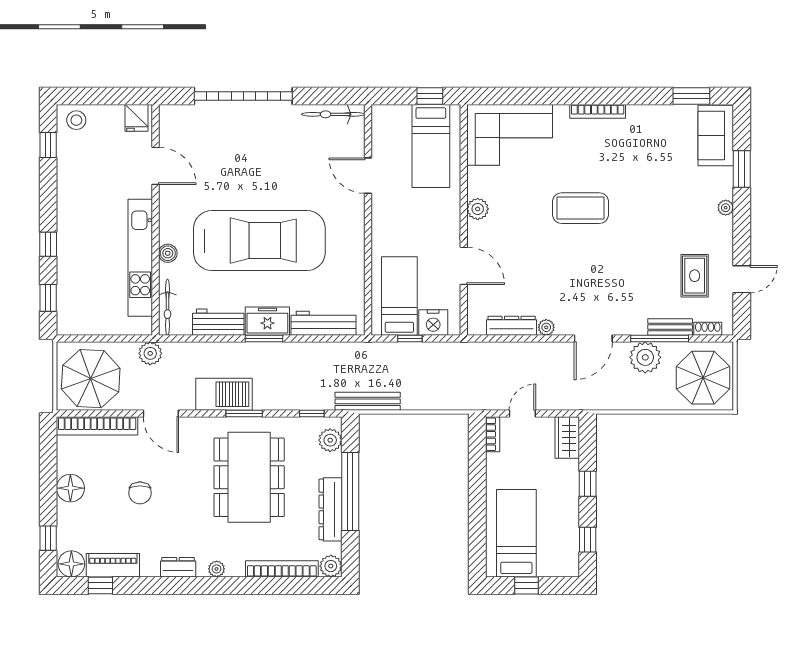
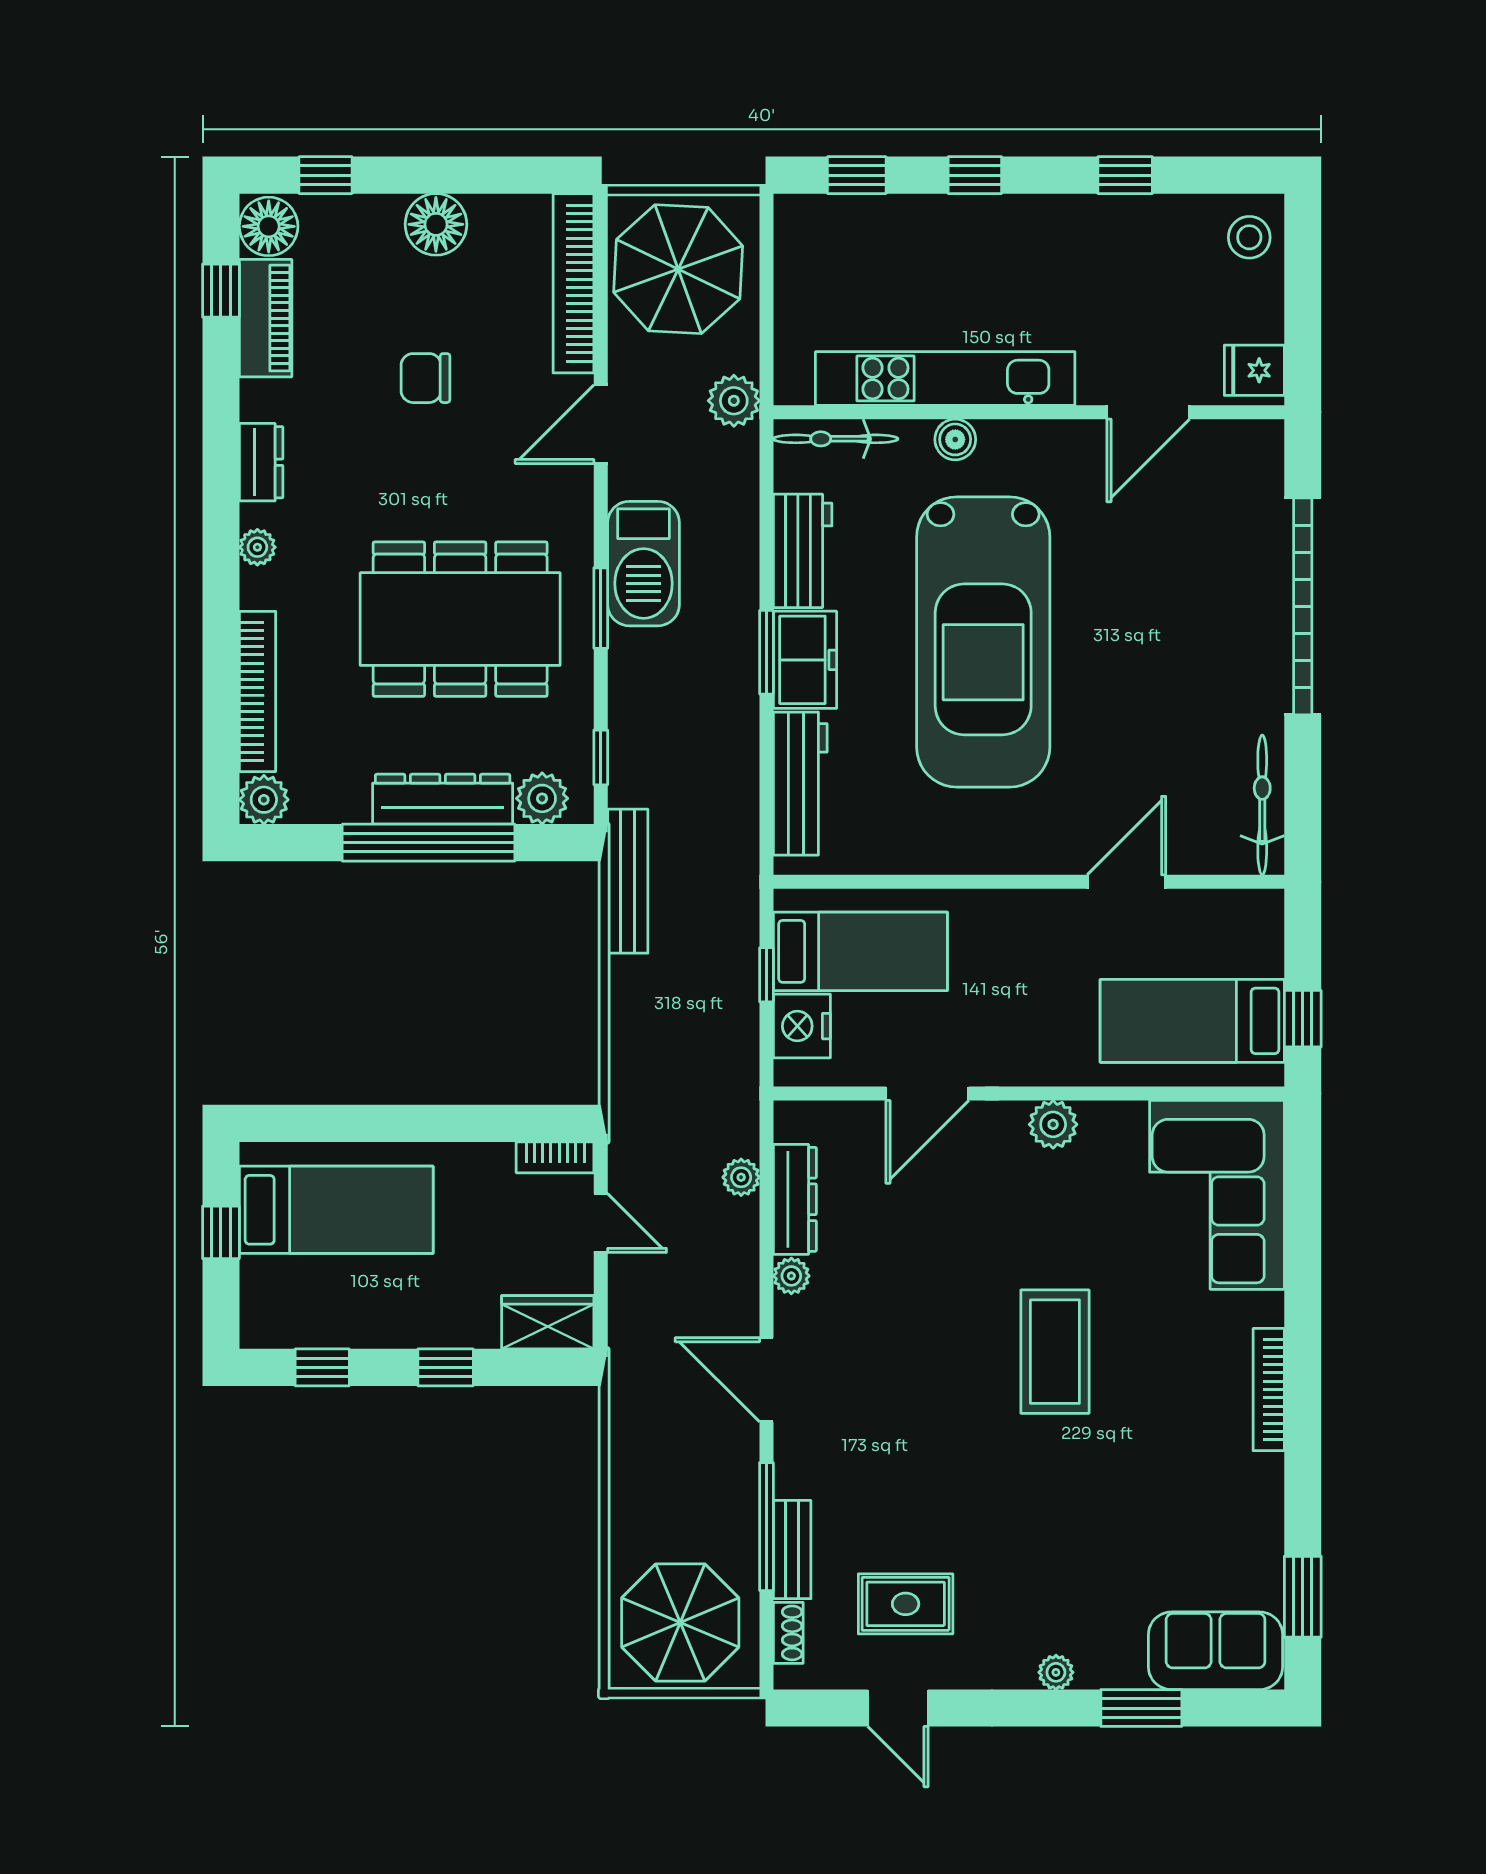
window: (48, 145) -> (1125, 175), moved
plant: (645, 357) -> (741, 1177), moved, width x0.53, depth x0.53
dresser: (331, 509) -> (443, 799), moved

